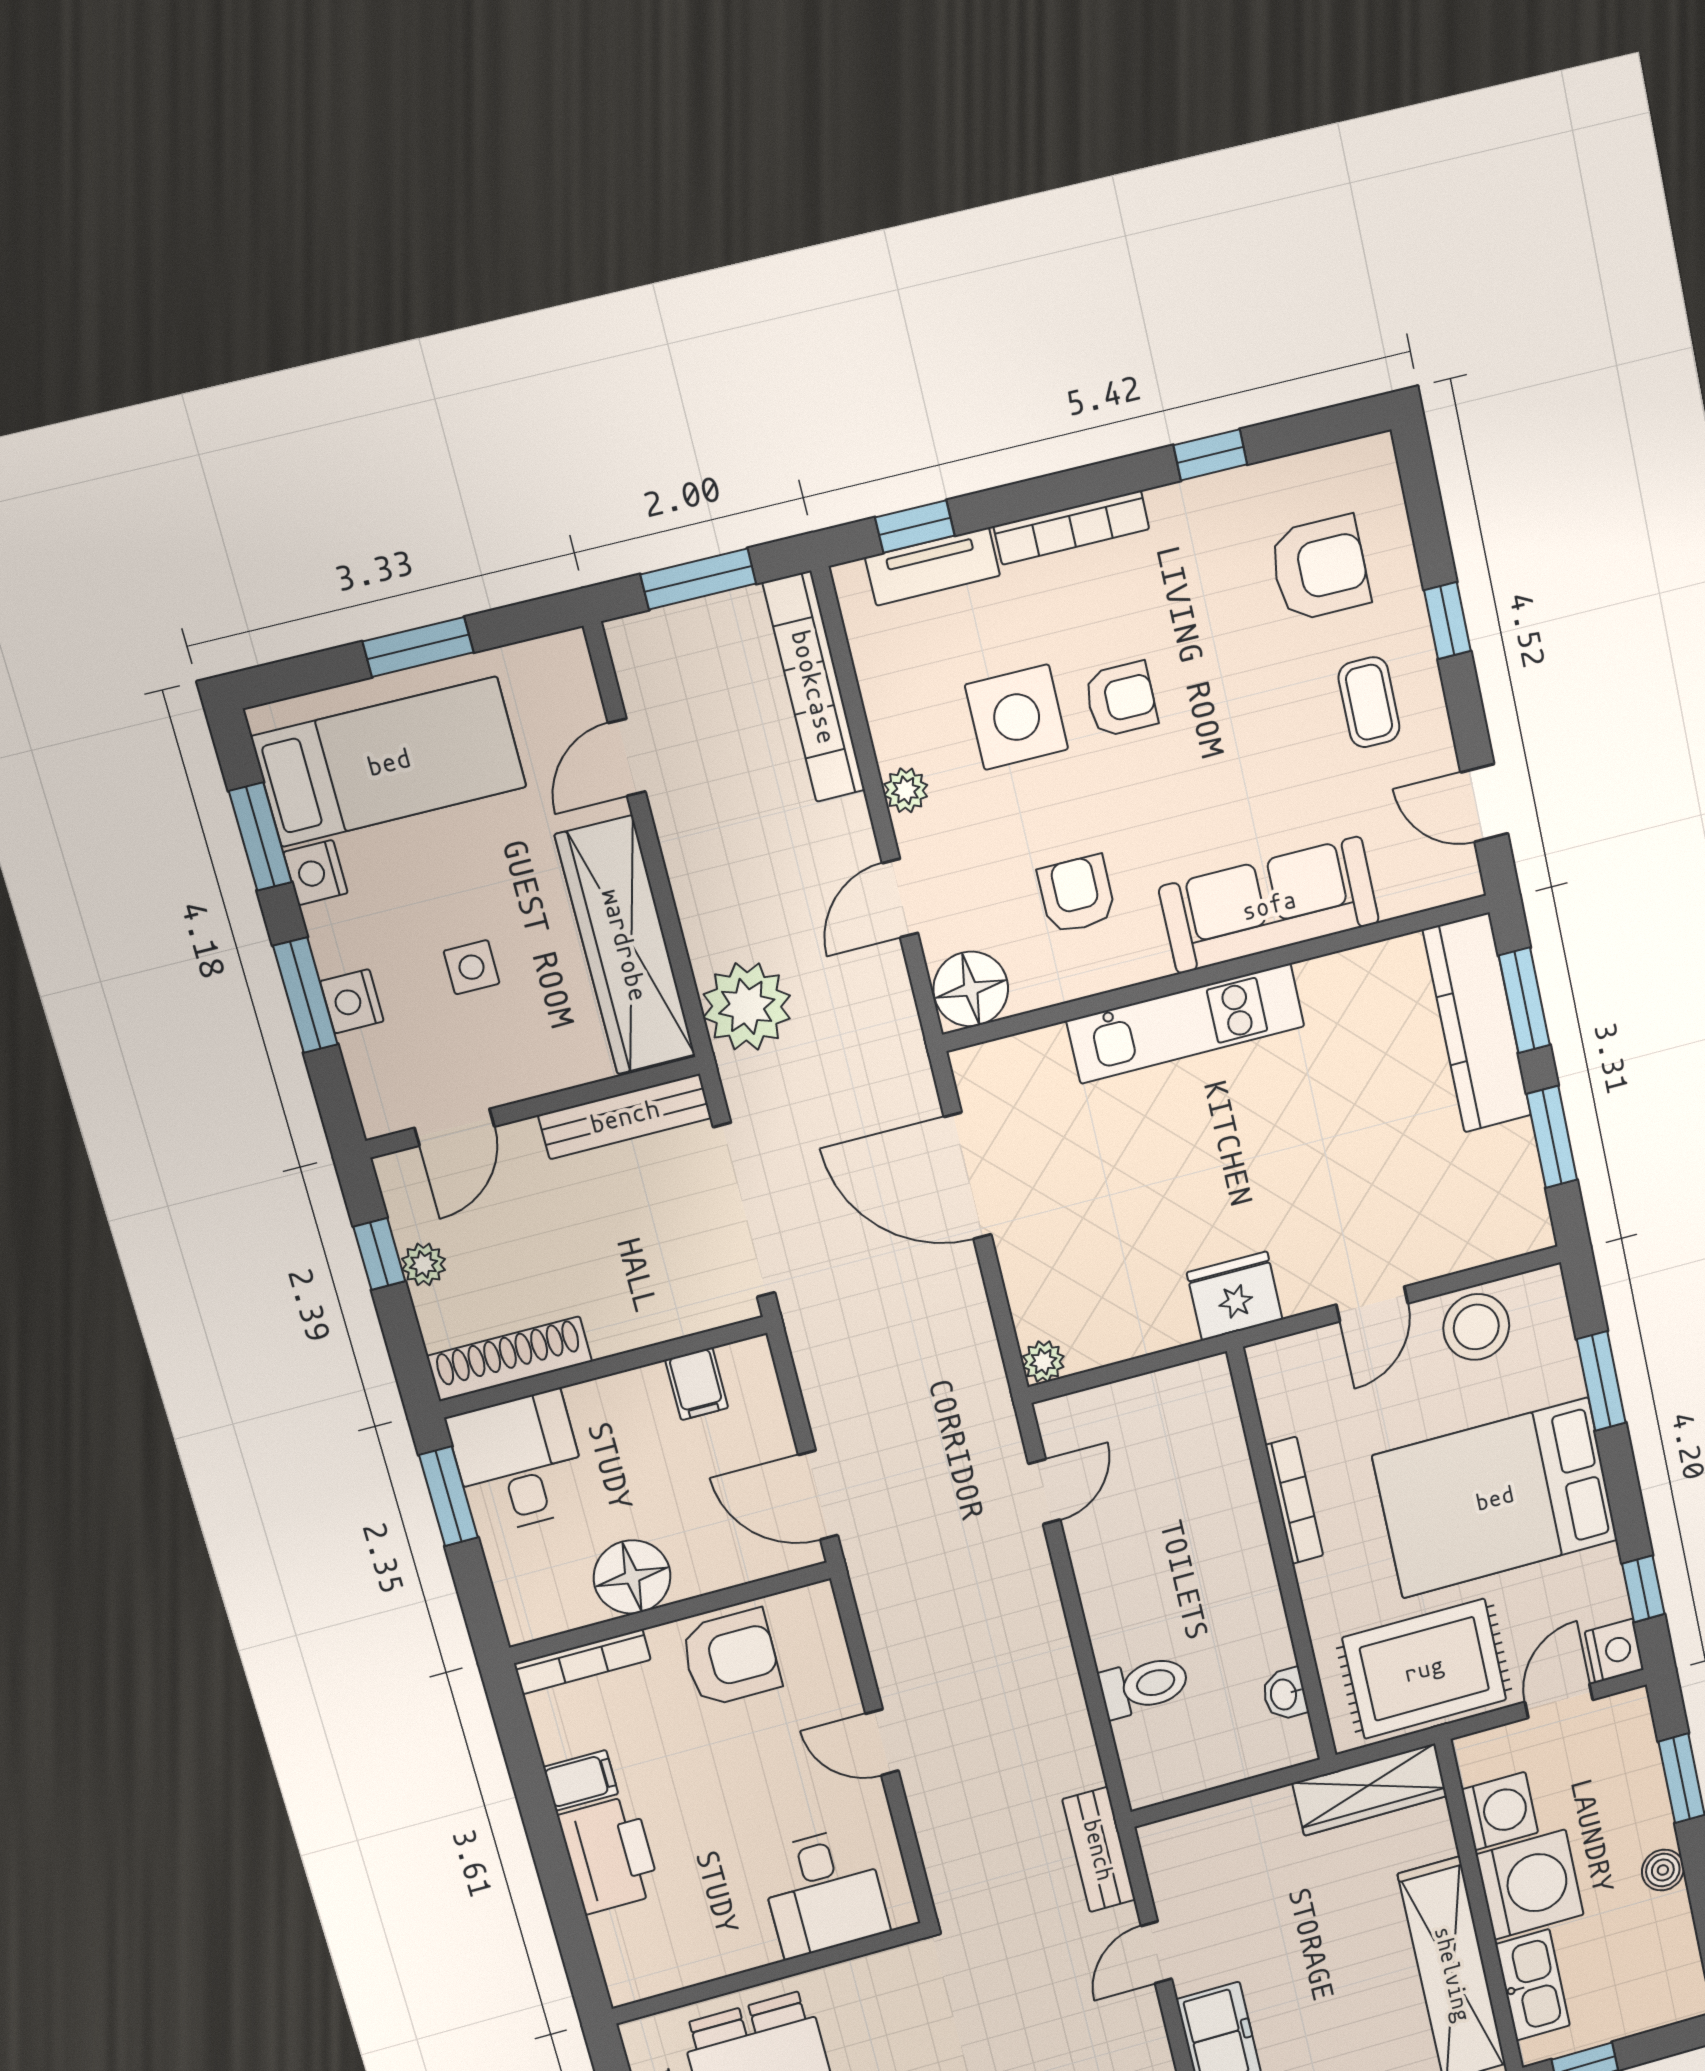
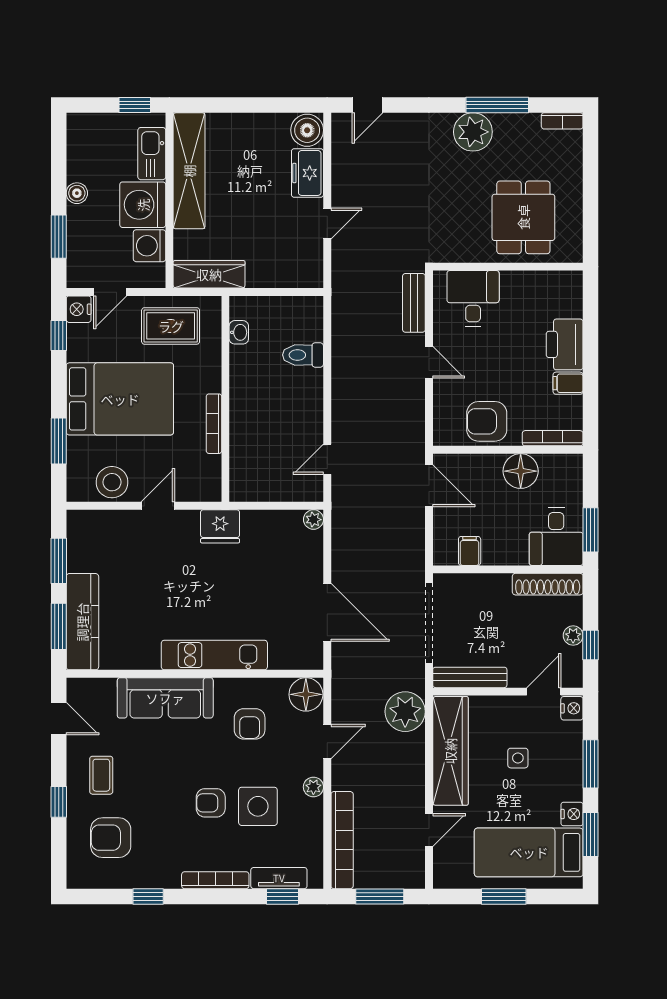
nightstand: (352, 1001) -> (572, 708), moved
rug: (1424, 1669) -> (171, 326), width x0.73, depth x0.70
bench: (1099, 1850) -> (414, 303), moved

